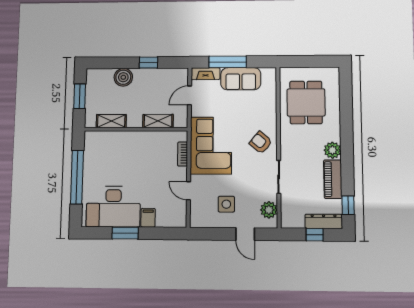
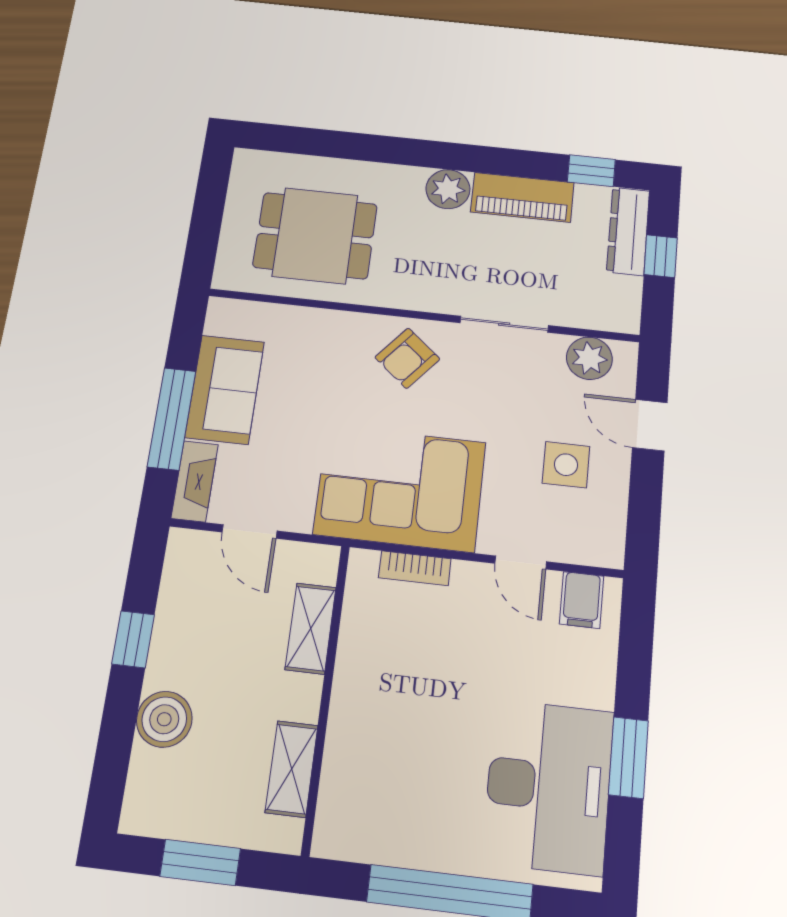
door: (189, 191) -> (521, 562), hinge flipped
filing cabinet: (148, 218) -> (582, 600), moved, turned -90
door: (245, 234) -> (650, 425), swing flipped

